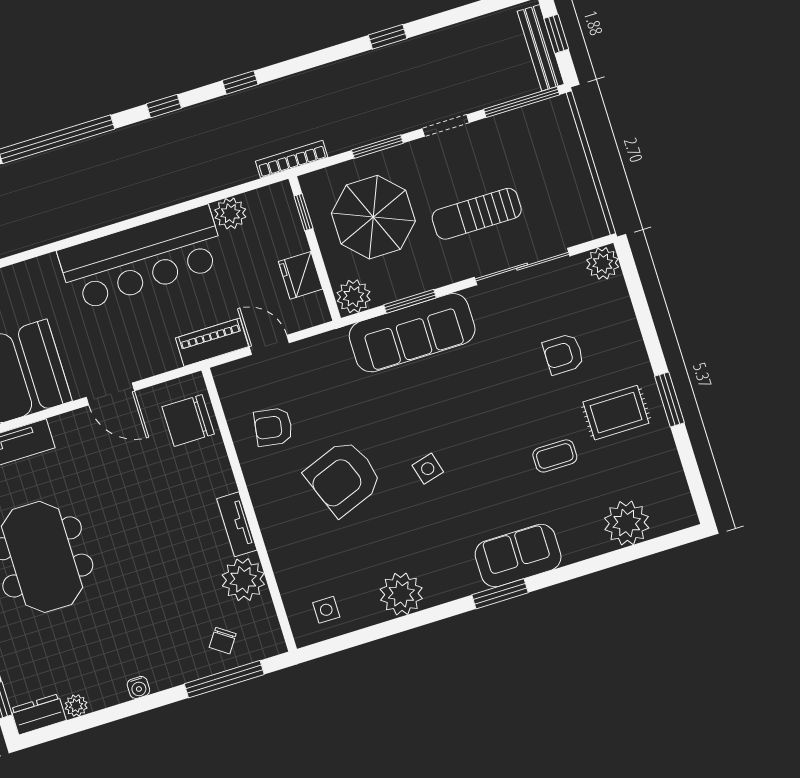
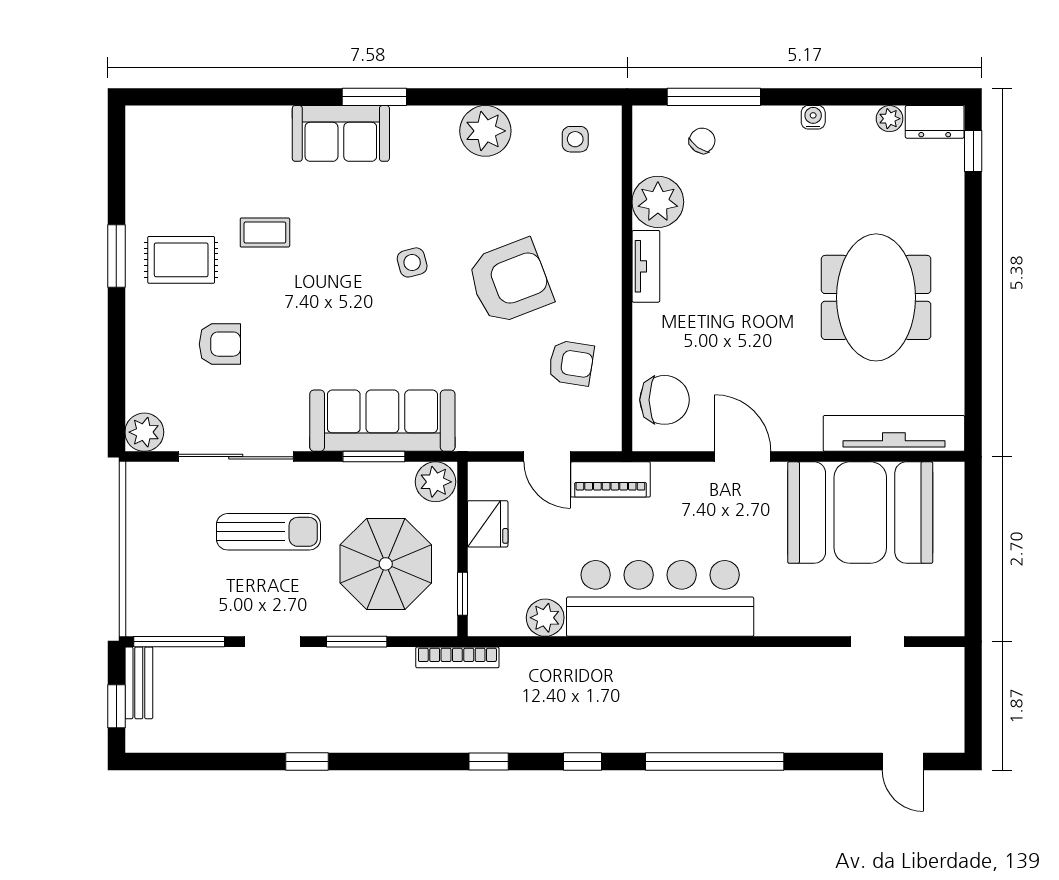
bench: (541, 48) -> (139, 683), width x0.73
plant: (627, 523) -> (208, 132), removed

